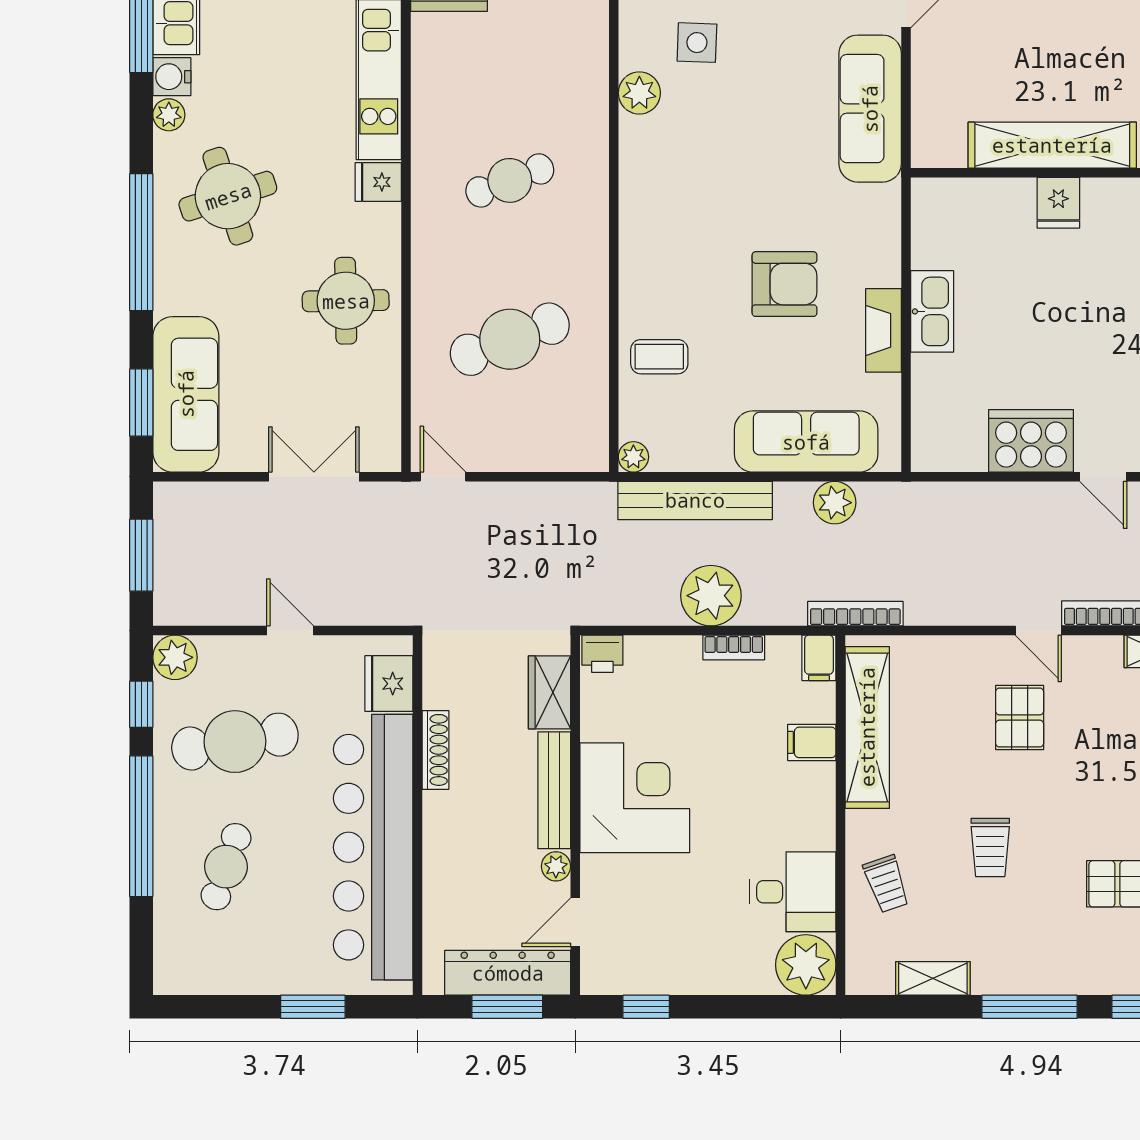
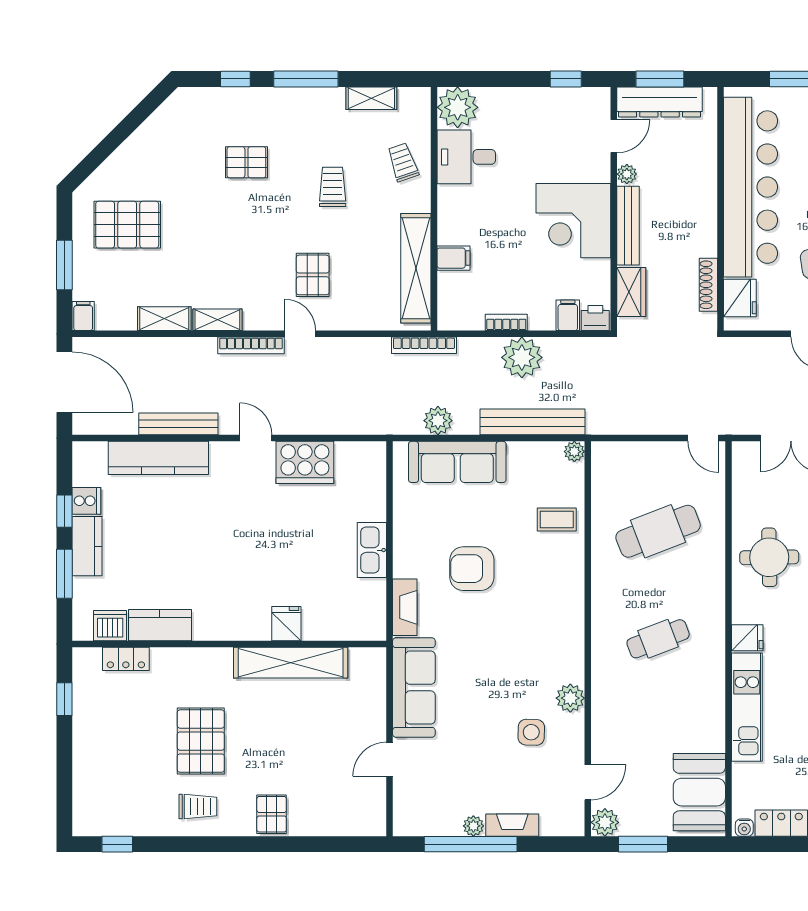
fireplace: (884, 330) -> (405, 607), moved
filing cabinet: (819, 658) -> (568, 315), moved
shoe rack: (435, 750) -> (708, 285), moved

